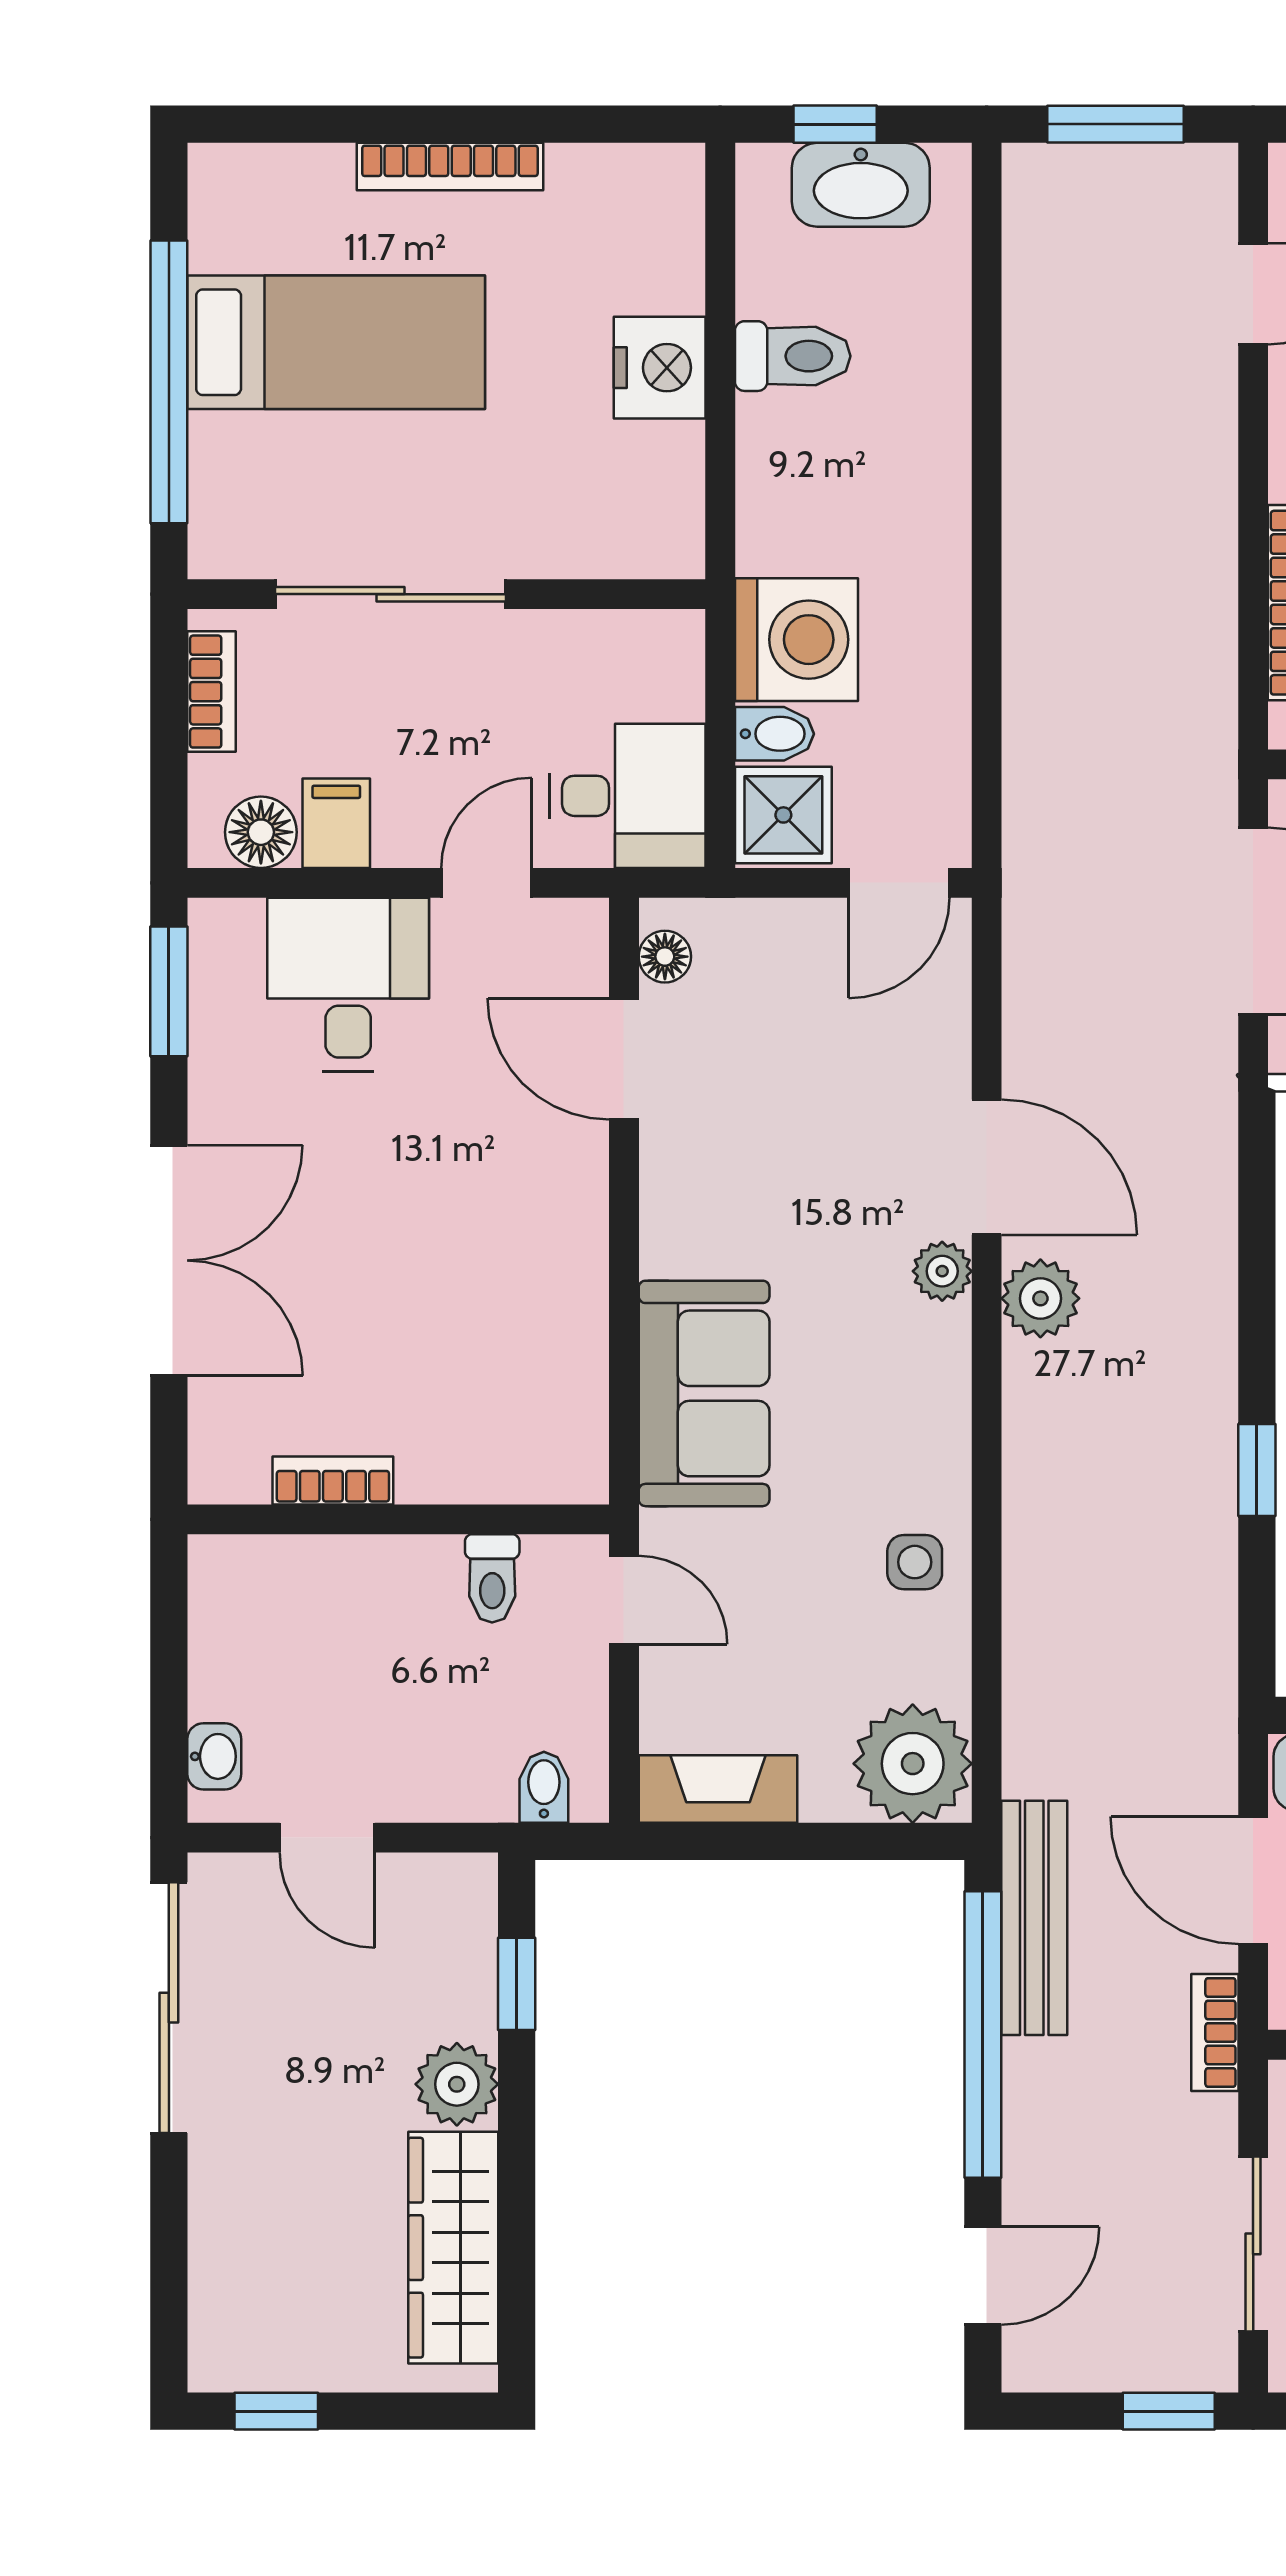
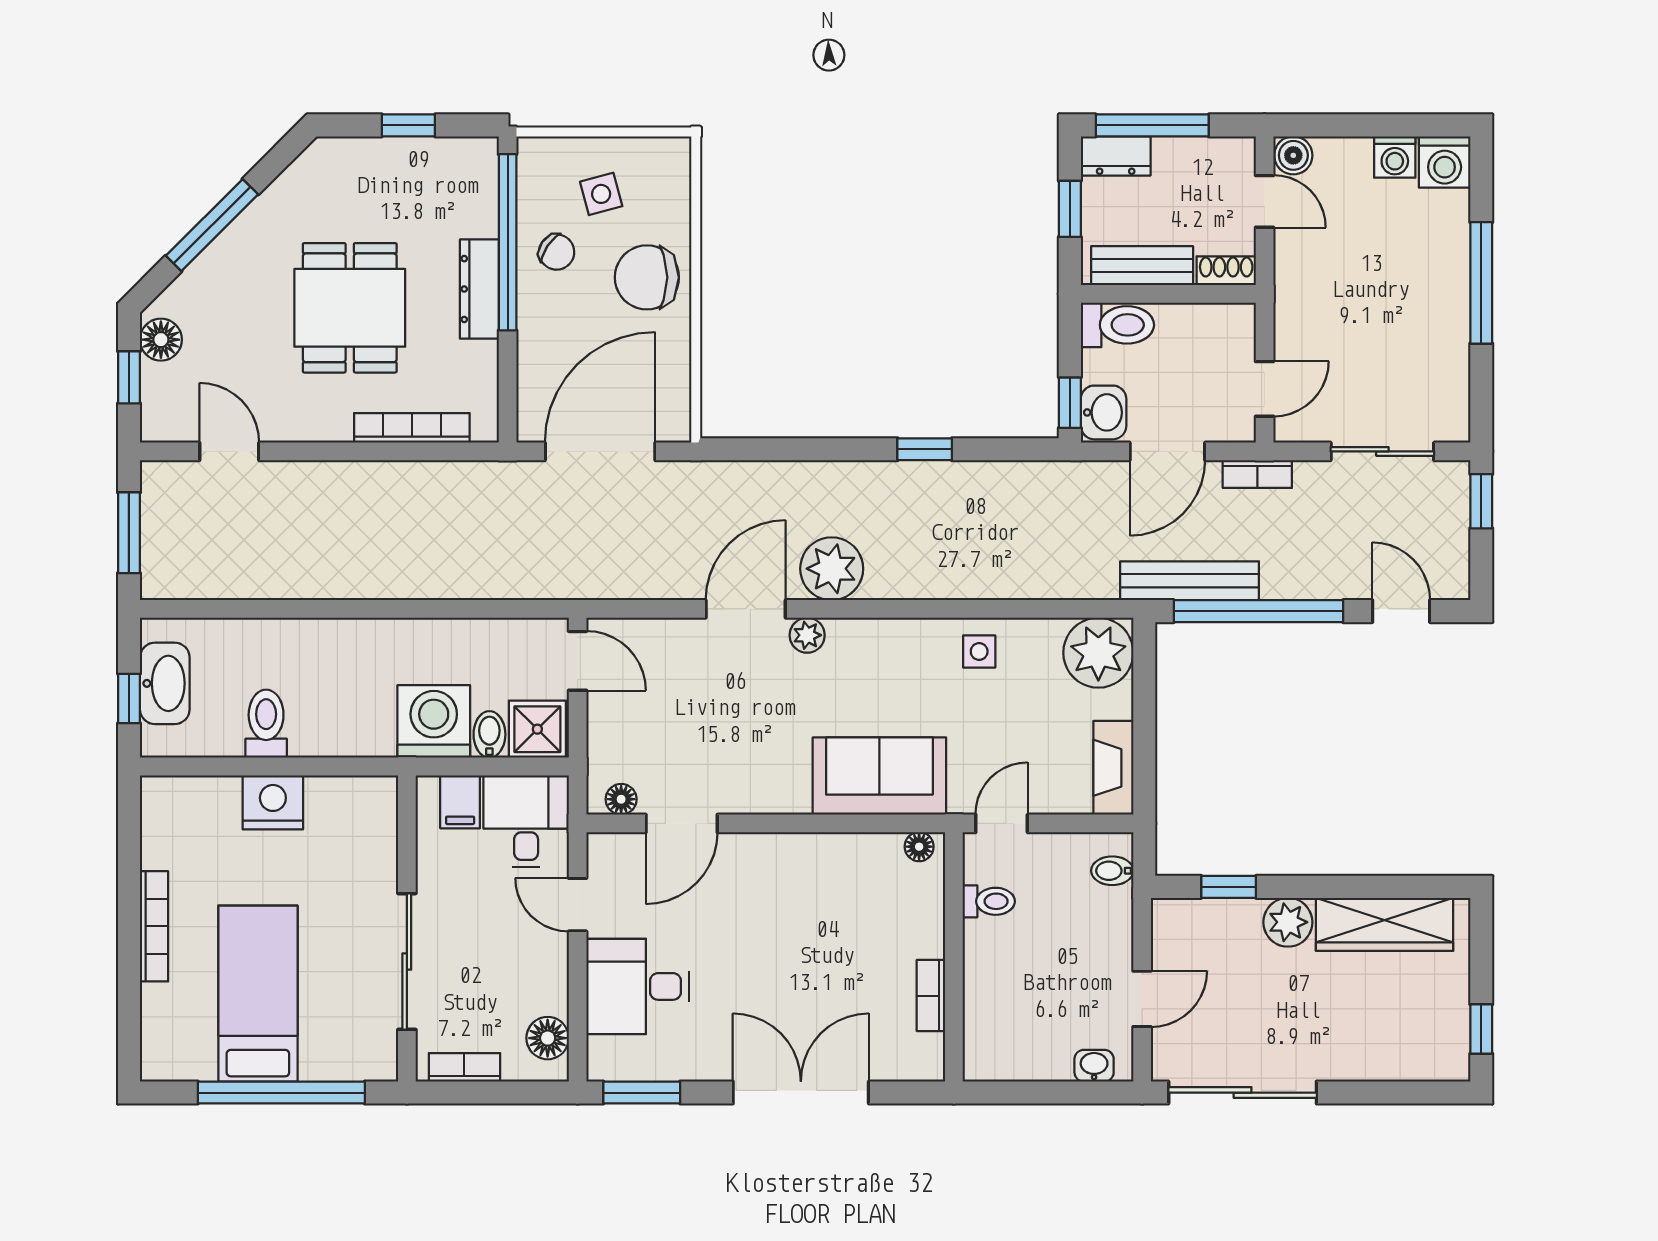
filing cabinet: (336, 823) -> (460, 802), moved, turned -90
plant: (1040, 1298) -> (832, 569), width x1.36, depth x1.36
floor lamp: (585, 1461) -> (919, 847), added

